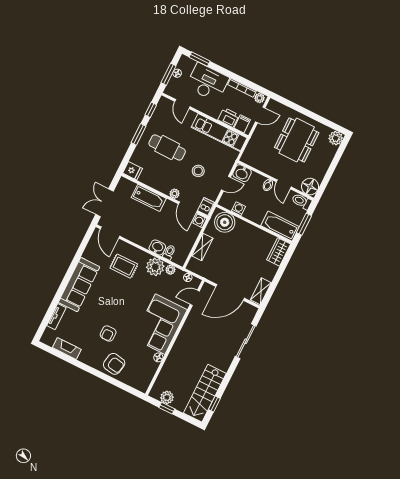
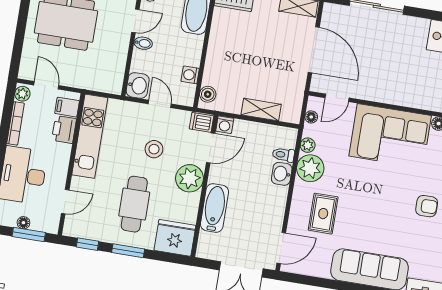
fridge: (133, 171) -> (175, 238), width x1.88, depth x1.34
plant: (175, 194) -> (190, 178), width x1.88, depth x1.88
boiler: (225, 222) -> (208, 94), width x0.54, depth x0.54
door: (195, 298) -> (337, 98), hinge flipped

